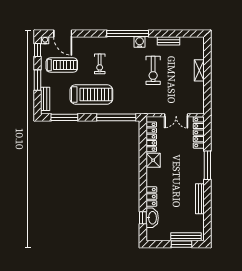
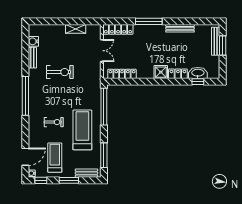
water cooler: (140, 42) -> (33, 41), moved
shelving: (199, 70) -> (76, 29), moved
shower: (153, 160) -> (161, 72), moved

